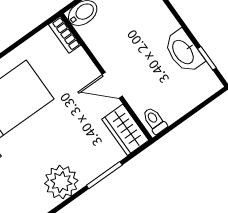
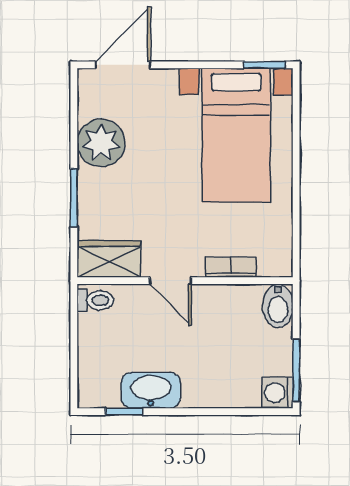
bookcase: (65, 35) -> (231, 267), moved
door: (112, 85) -> (170, 281), swing flipped

